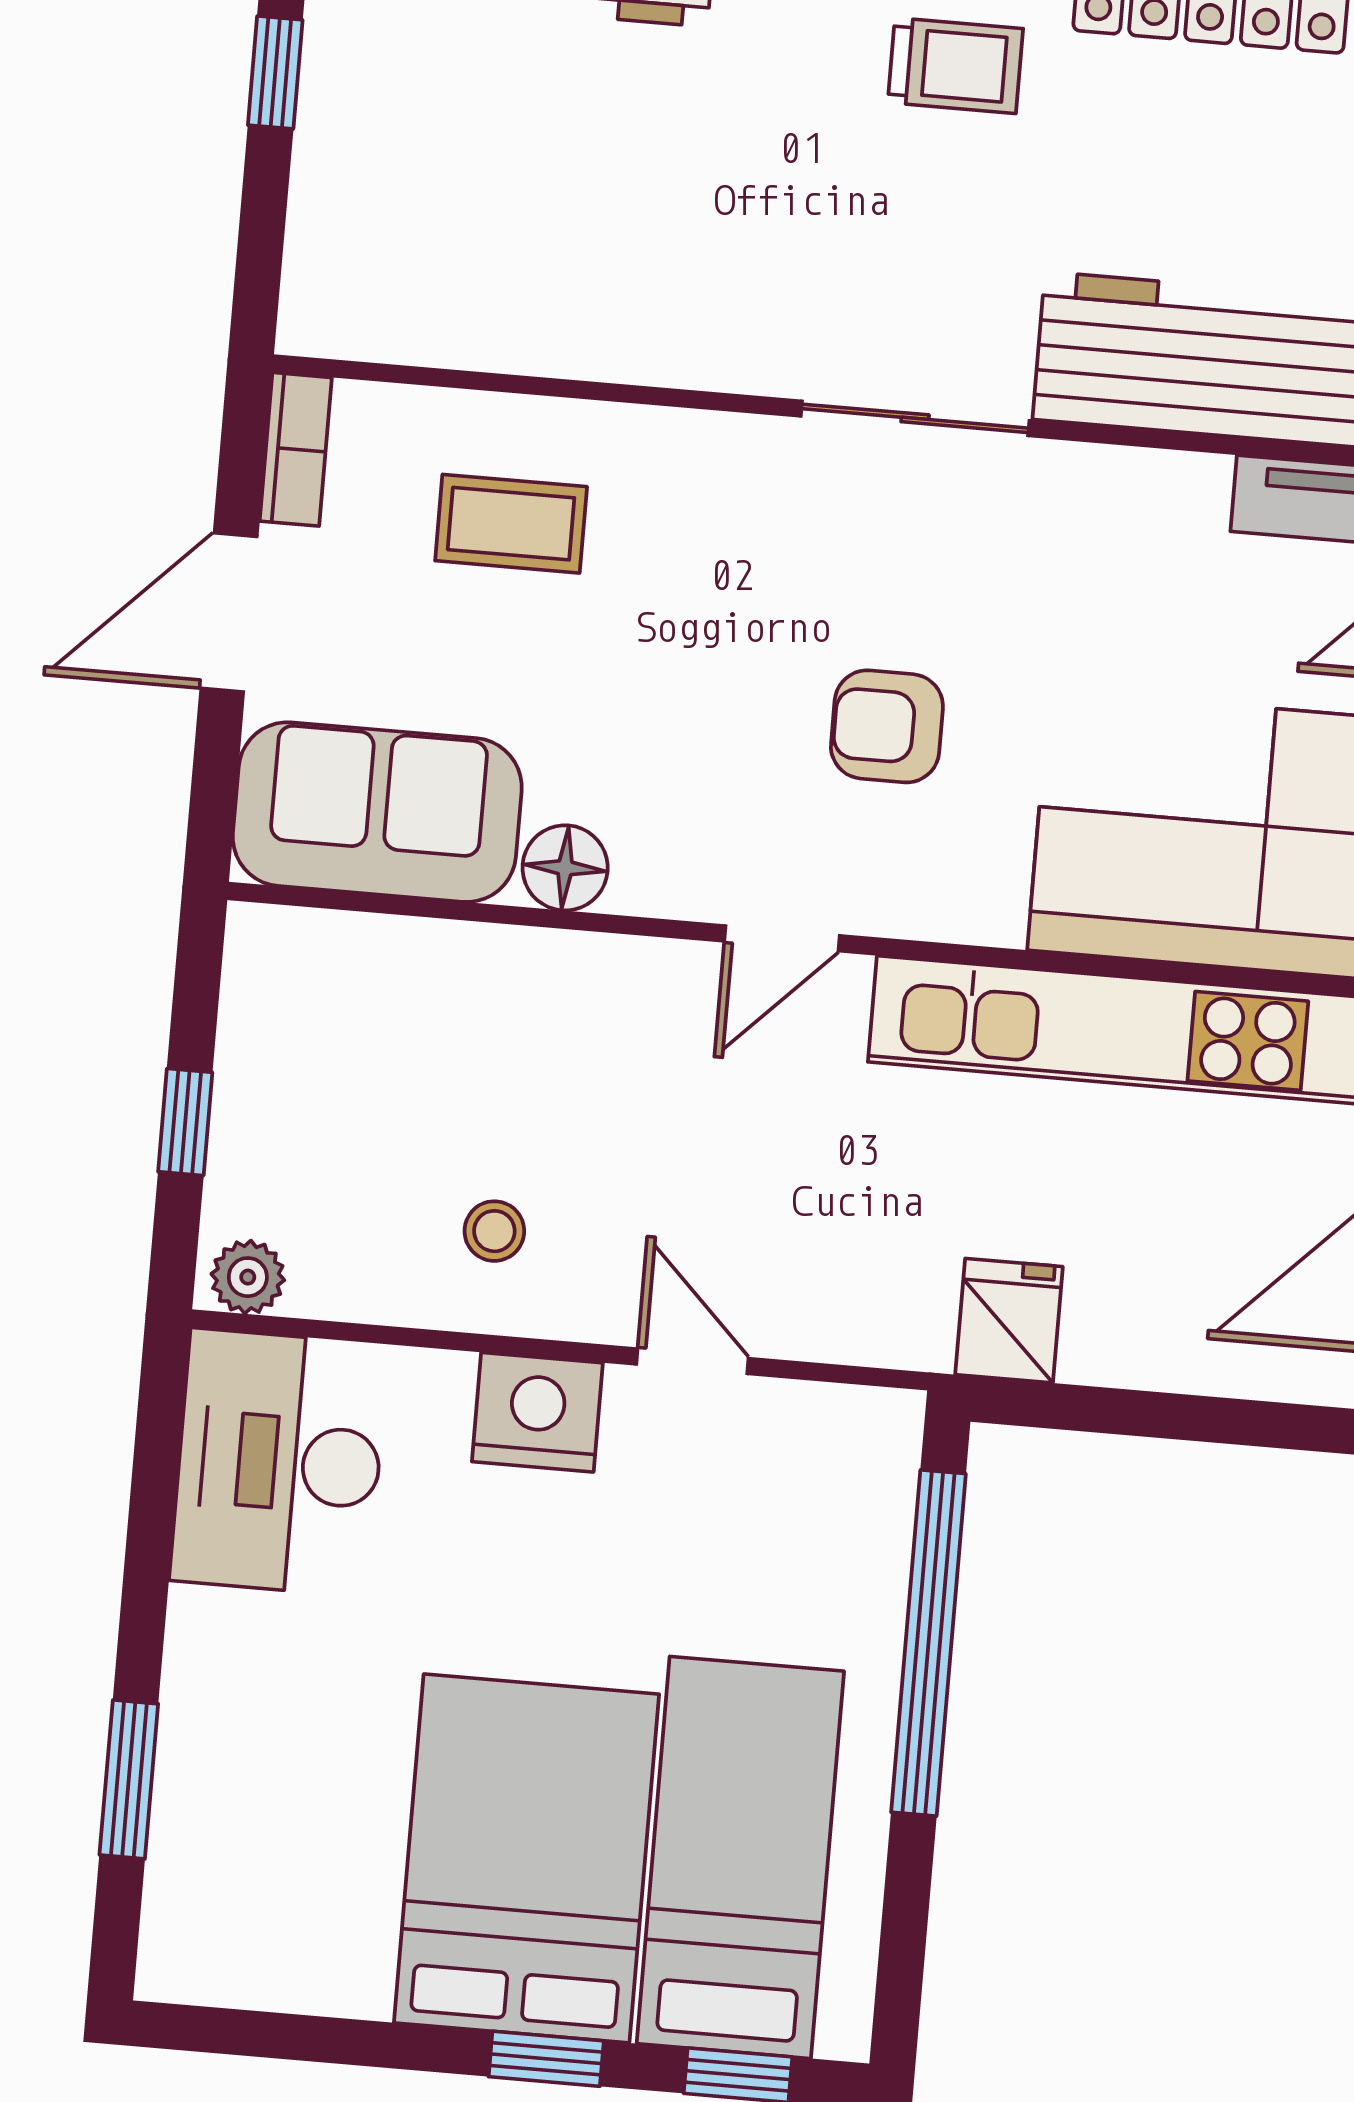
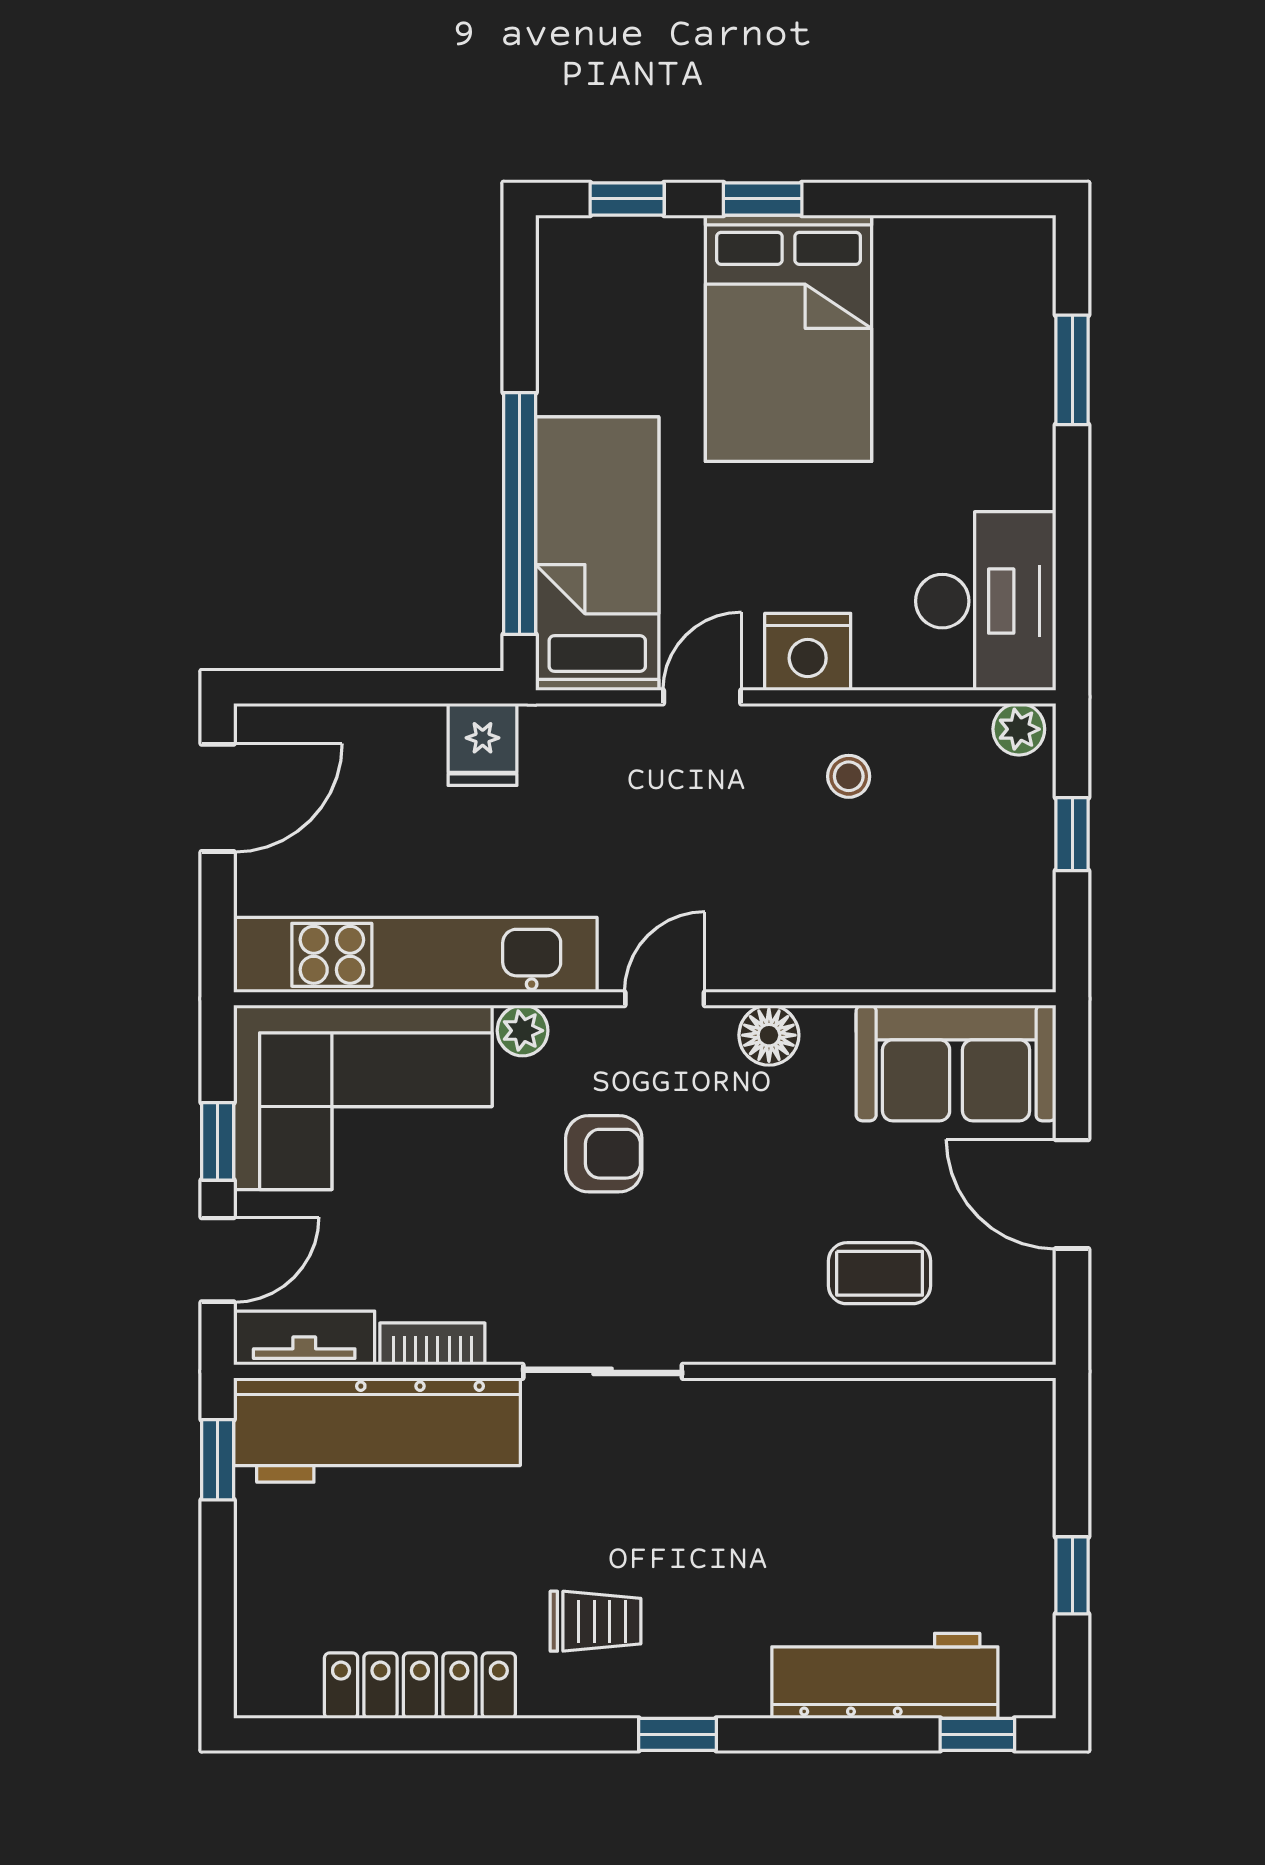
trolley: (955, 66) -> (596, 1621), turned 180
bookcase: (296, 449) -> (432, 1344), moved, turned 90
door: (229, 612) -> (1072, 1194), swing flipped
floor lamp: (565, 868) -> (769, 1035), moved
plant: (987, 911) -> (523, 1031), added
door: (692, 1361) -> (702, 697), swing flipped
bed: (740, 1857) -> (597, 554), moved, turned 180

